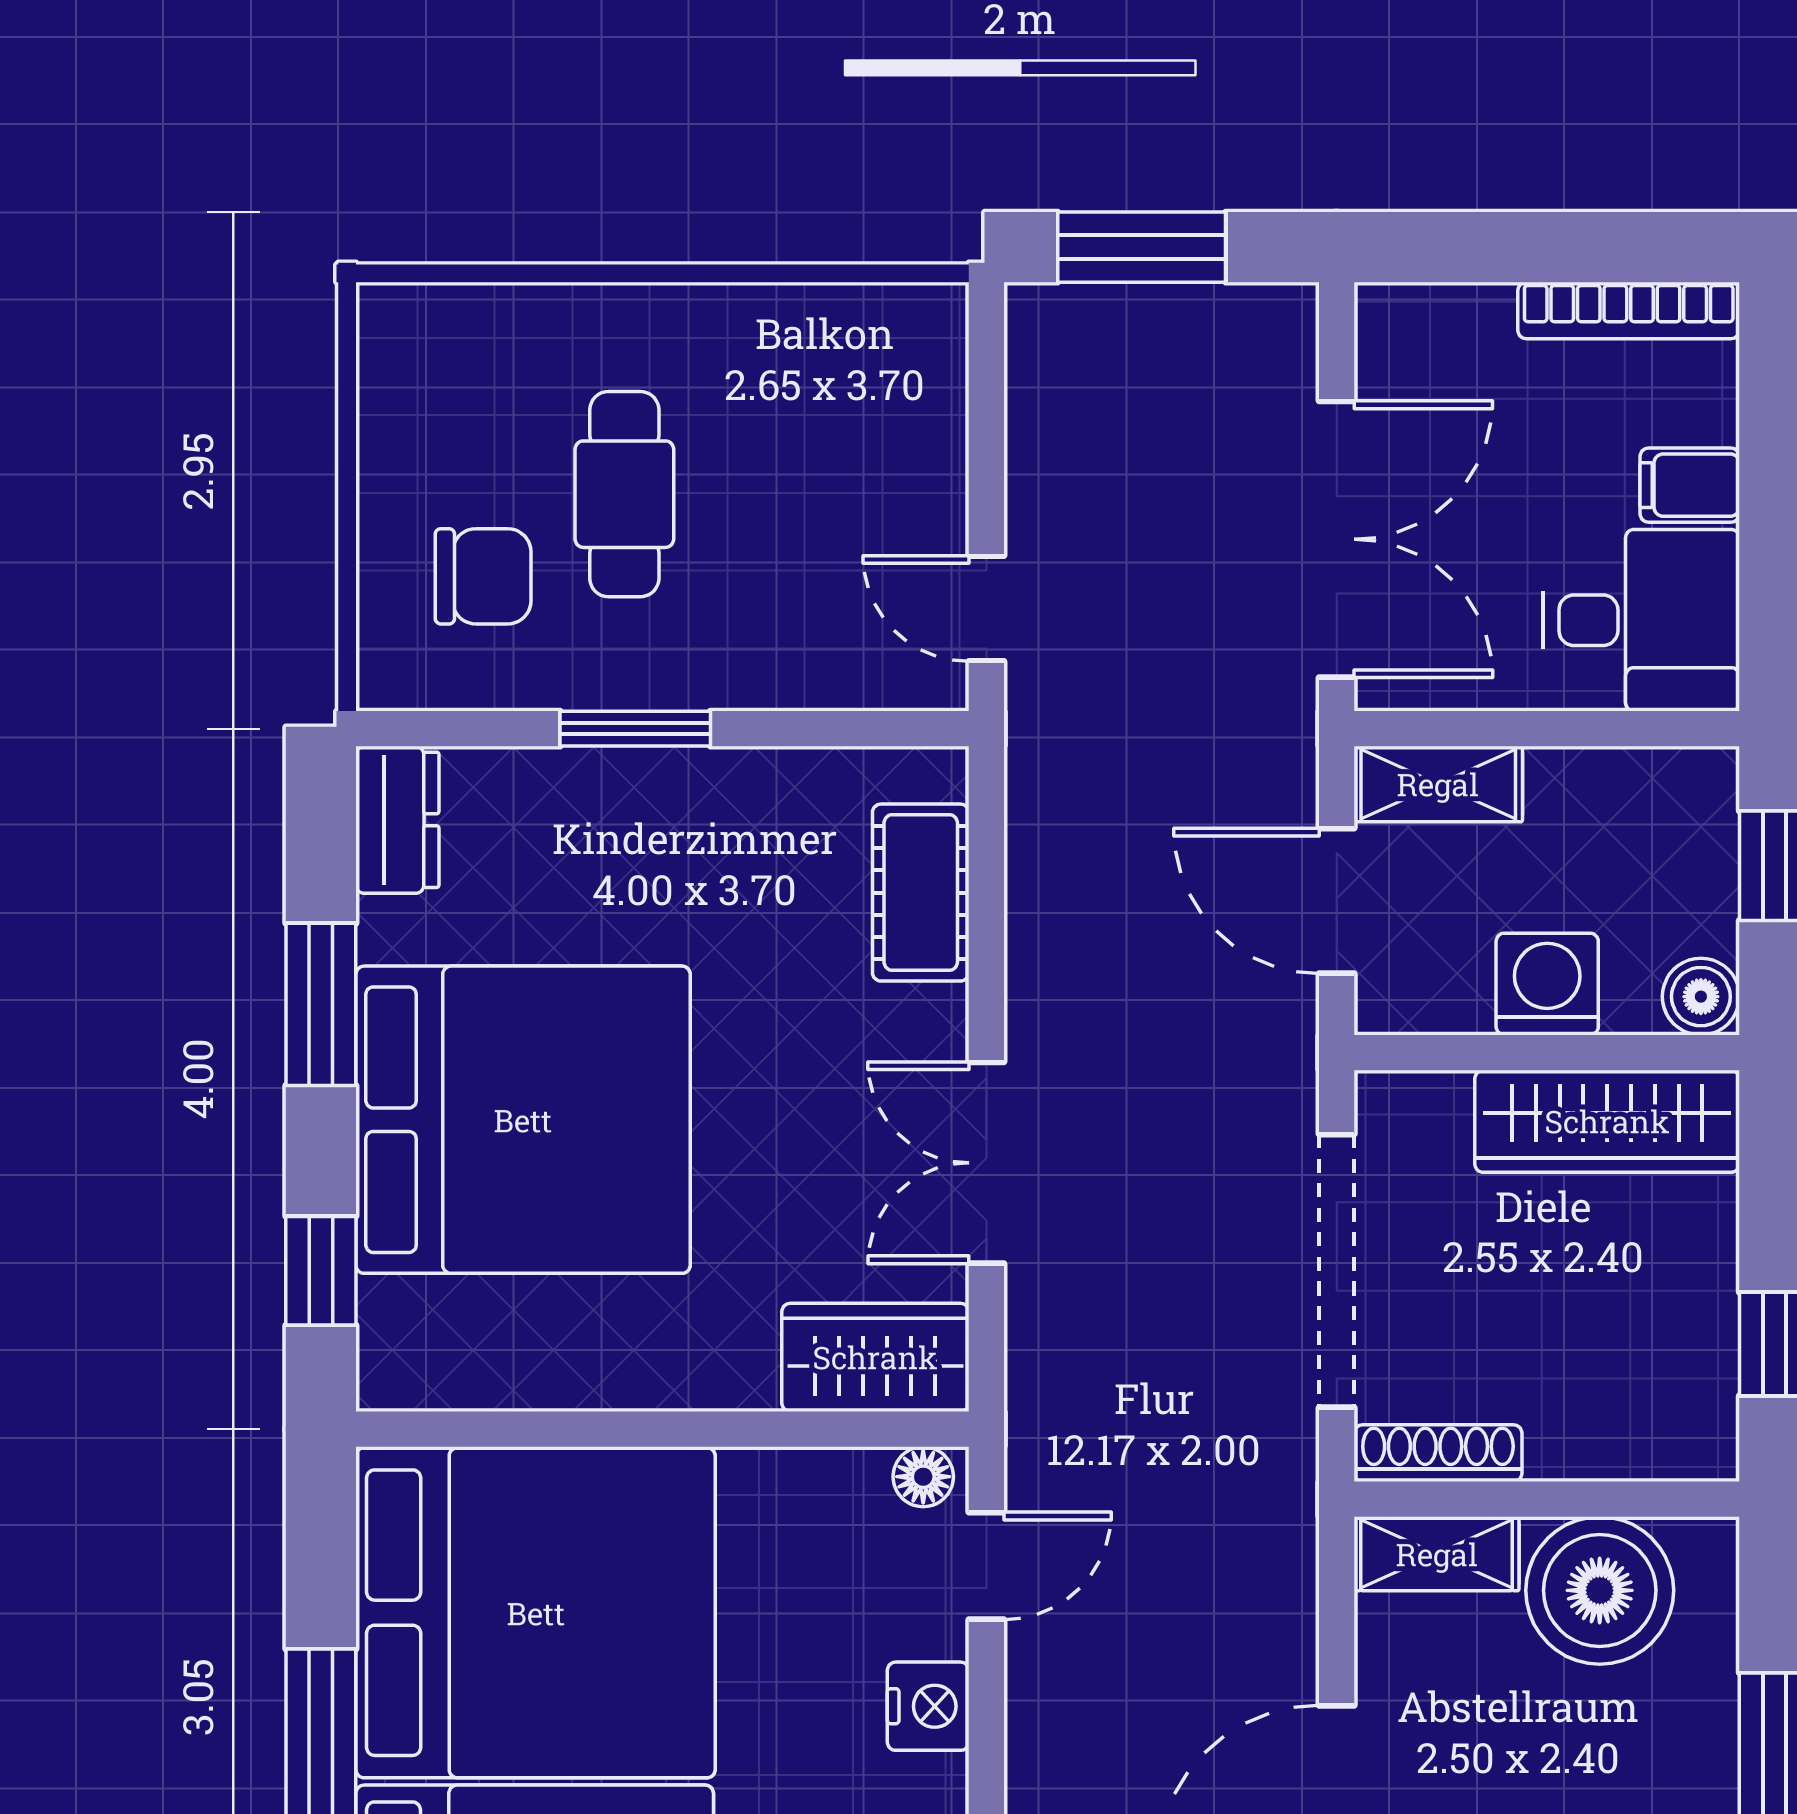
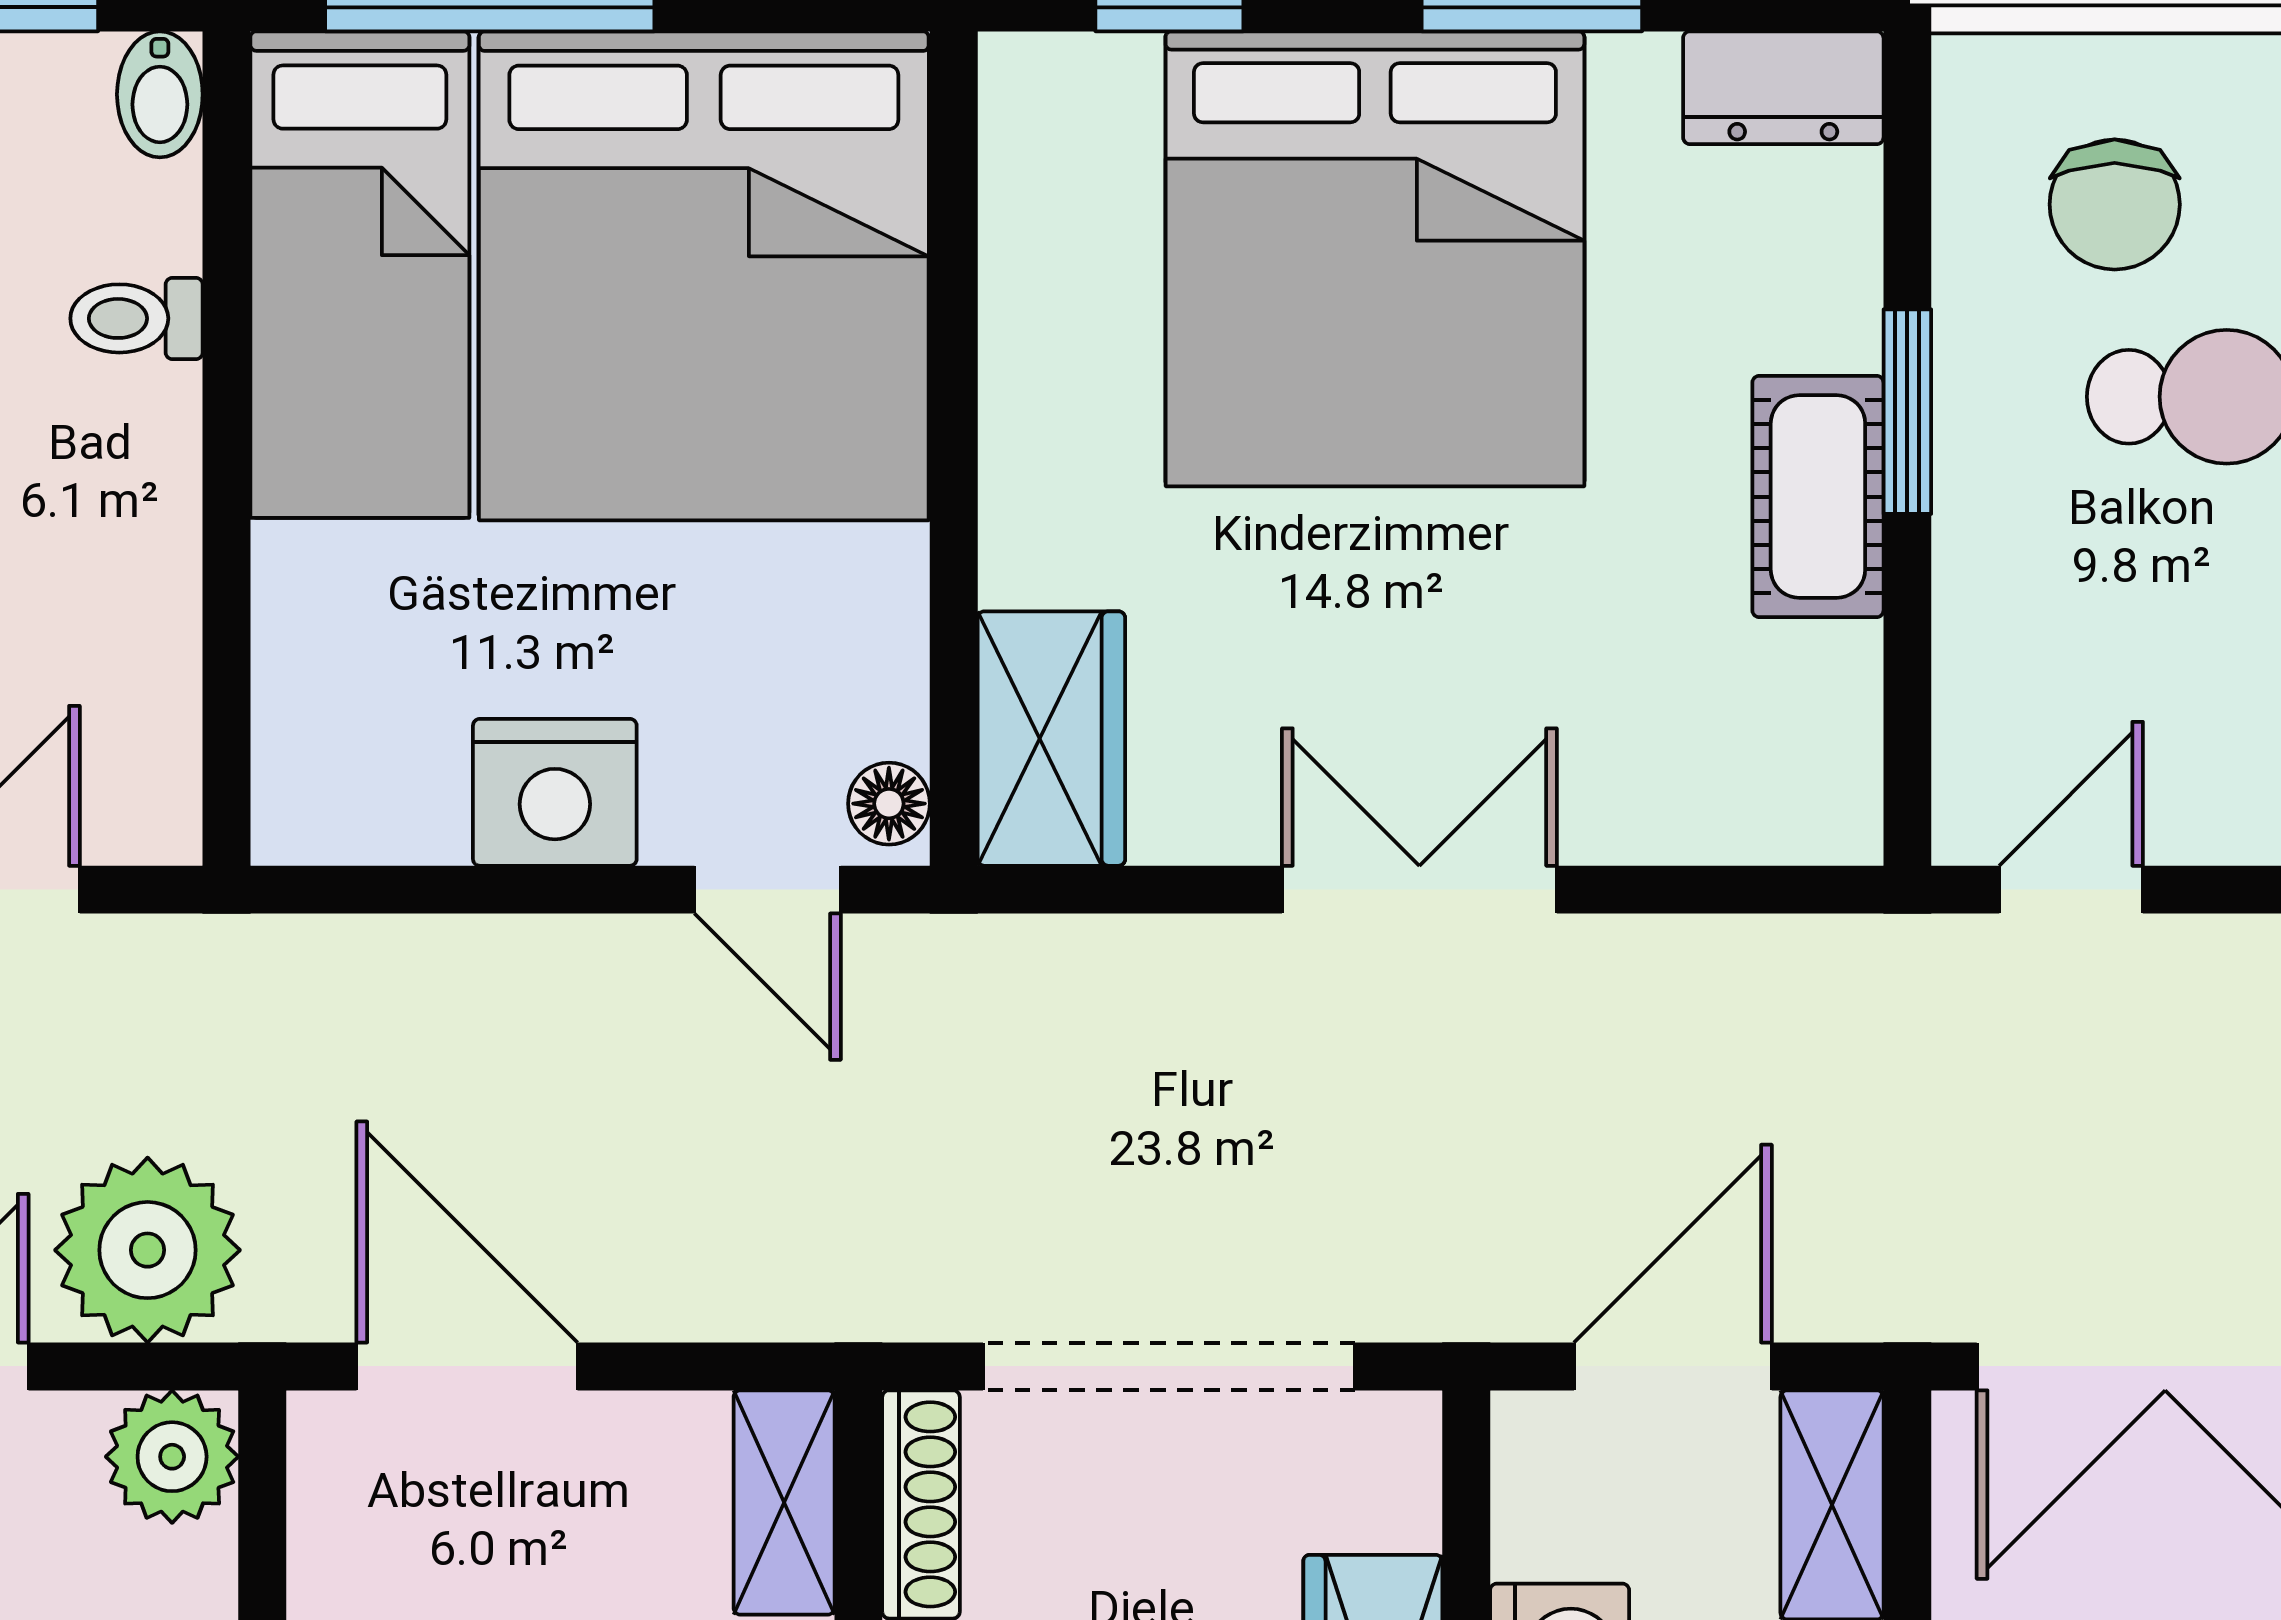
cot: (921, 893) -> (1818, 497), moved, turned 90
double door: (986, 1163) -> (1419, 890), moved
nightstand: (928, 1706) -> (555, 792), width x1.36, depth x1.33

